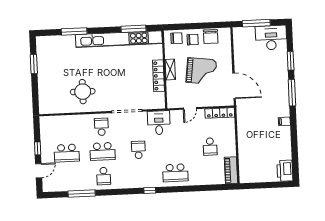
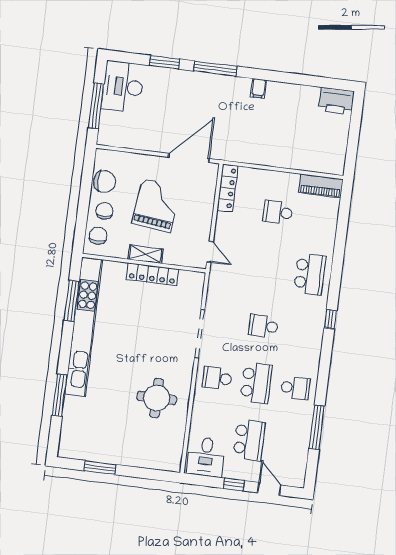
door: (190, 108) -> (210, 252), moved
desk: (159, 123) -> (206, 457), moved, turned -90
school desk: (210, 147) -> (278, 212), turned 180

